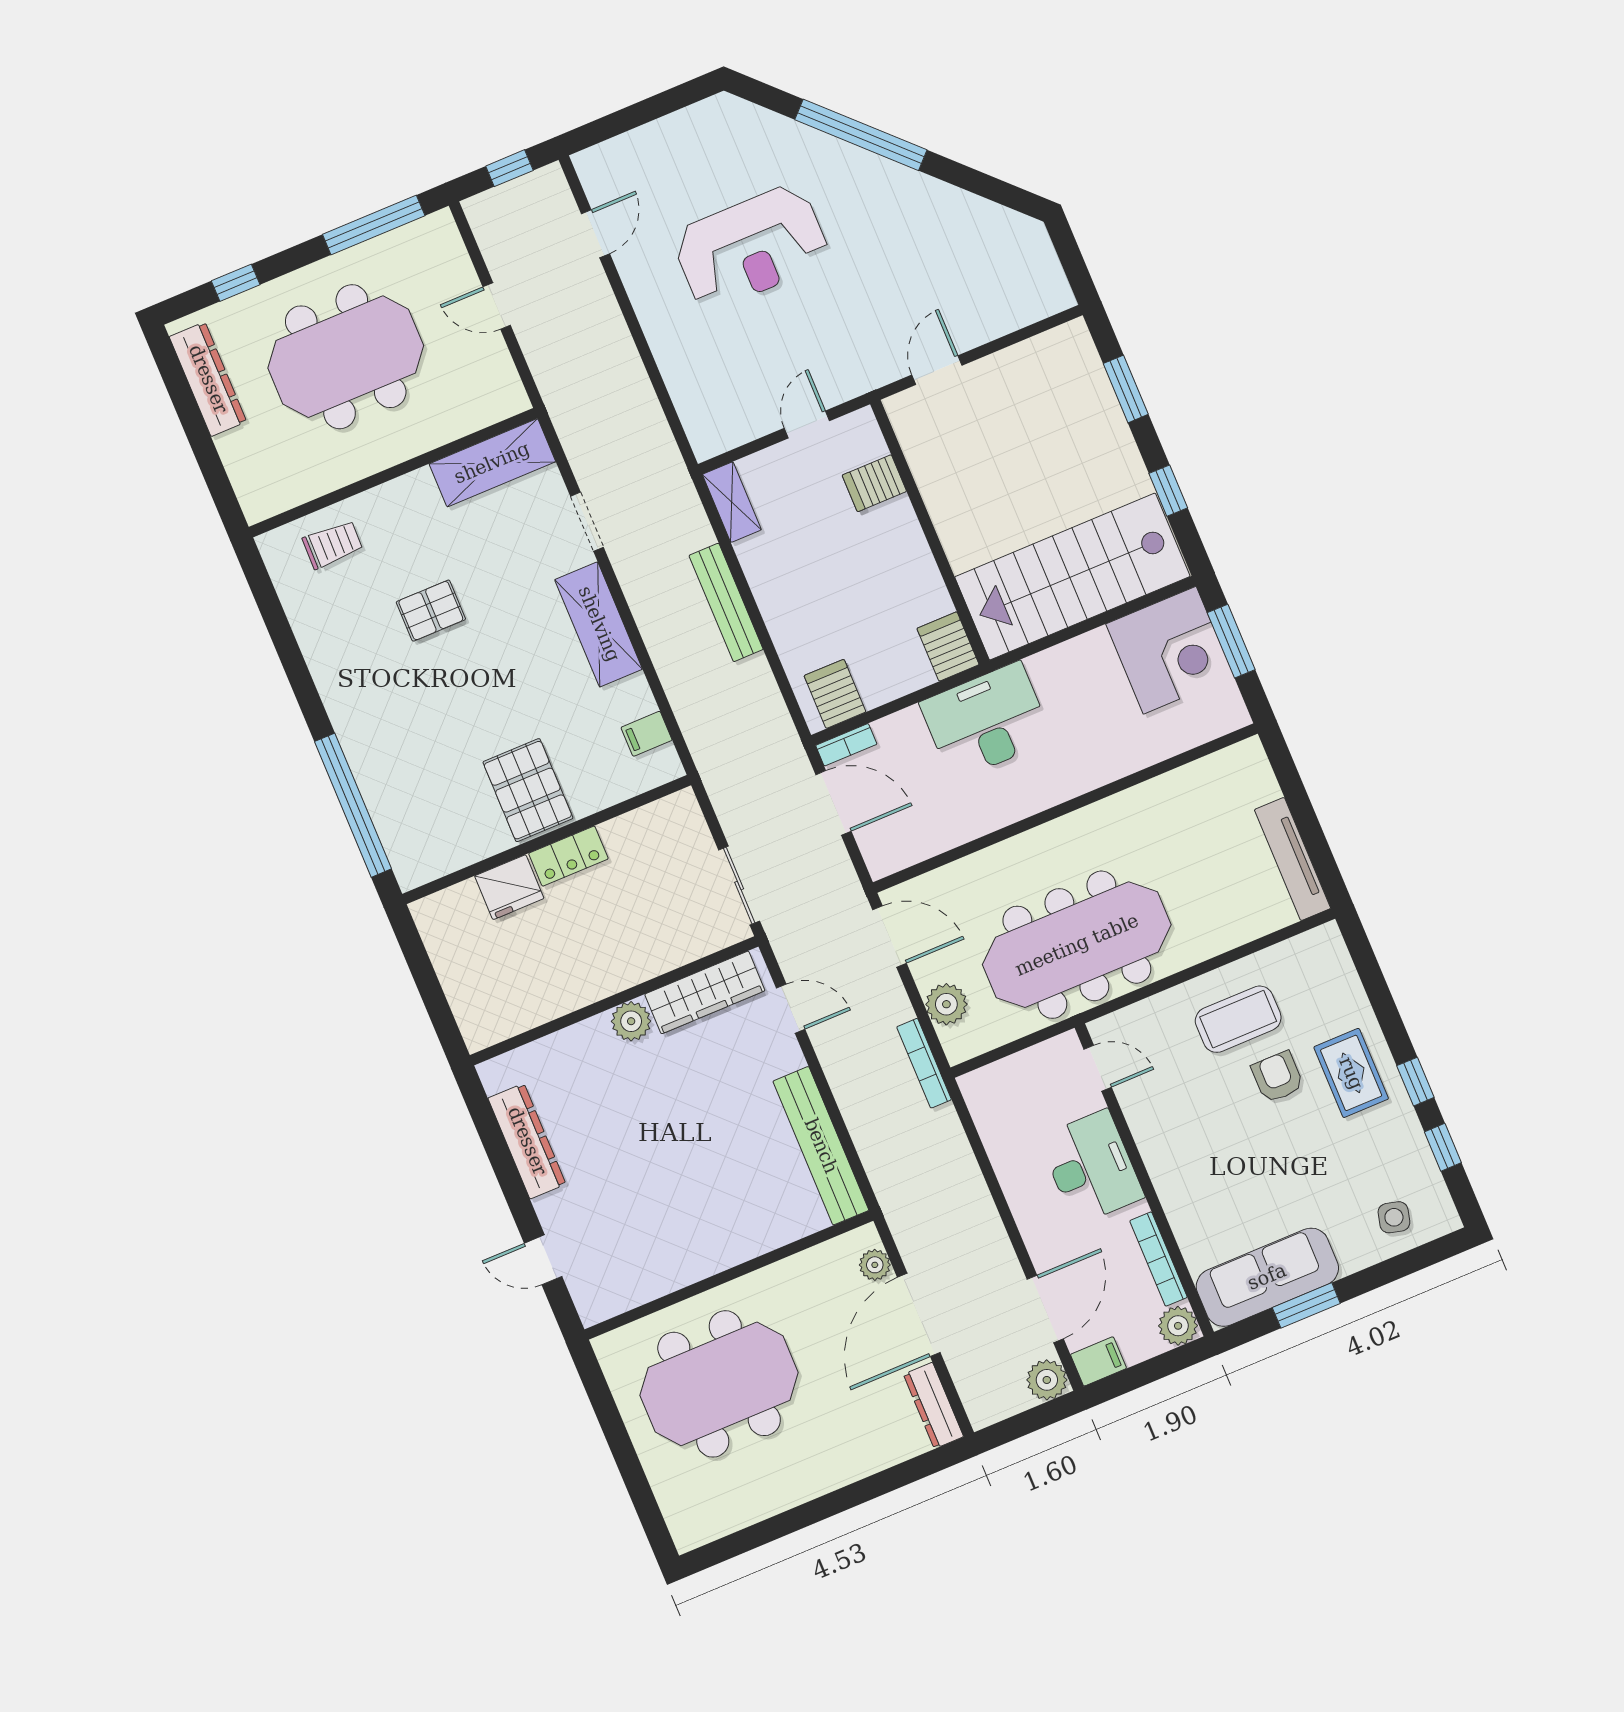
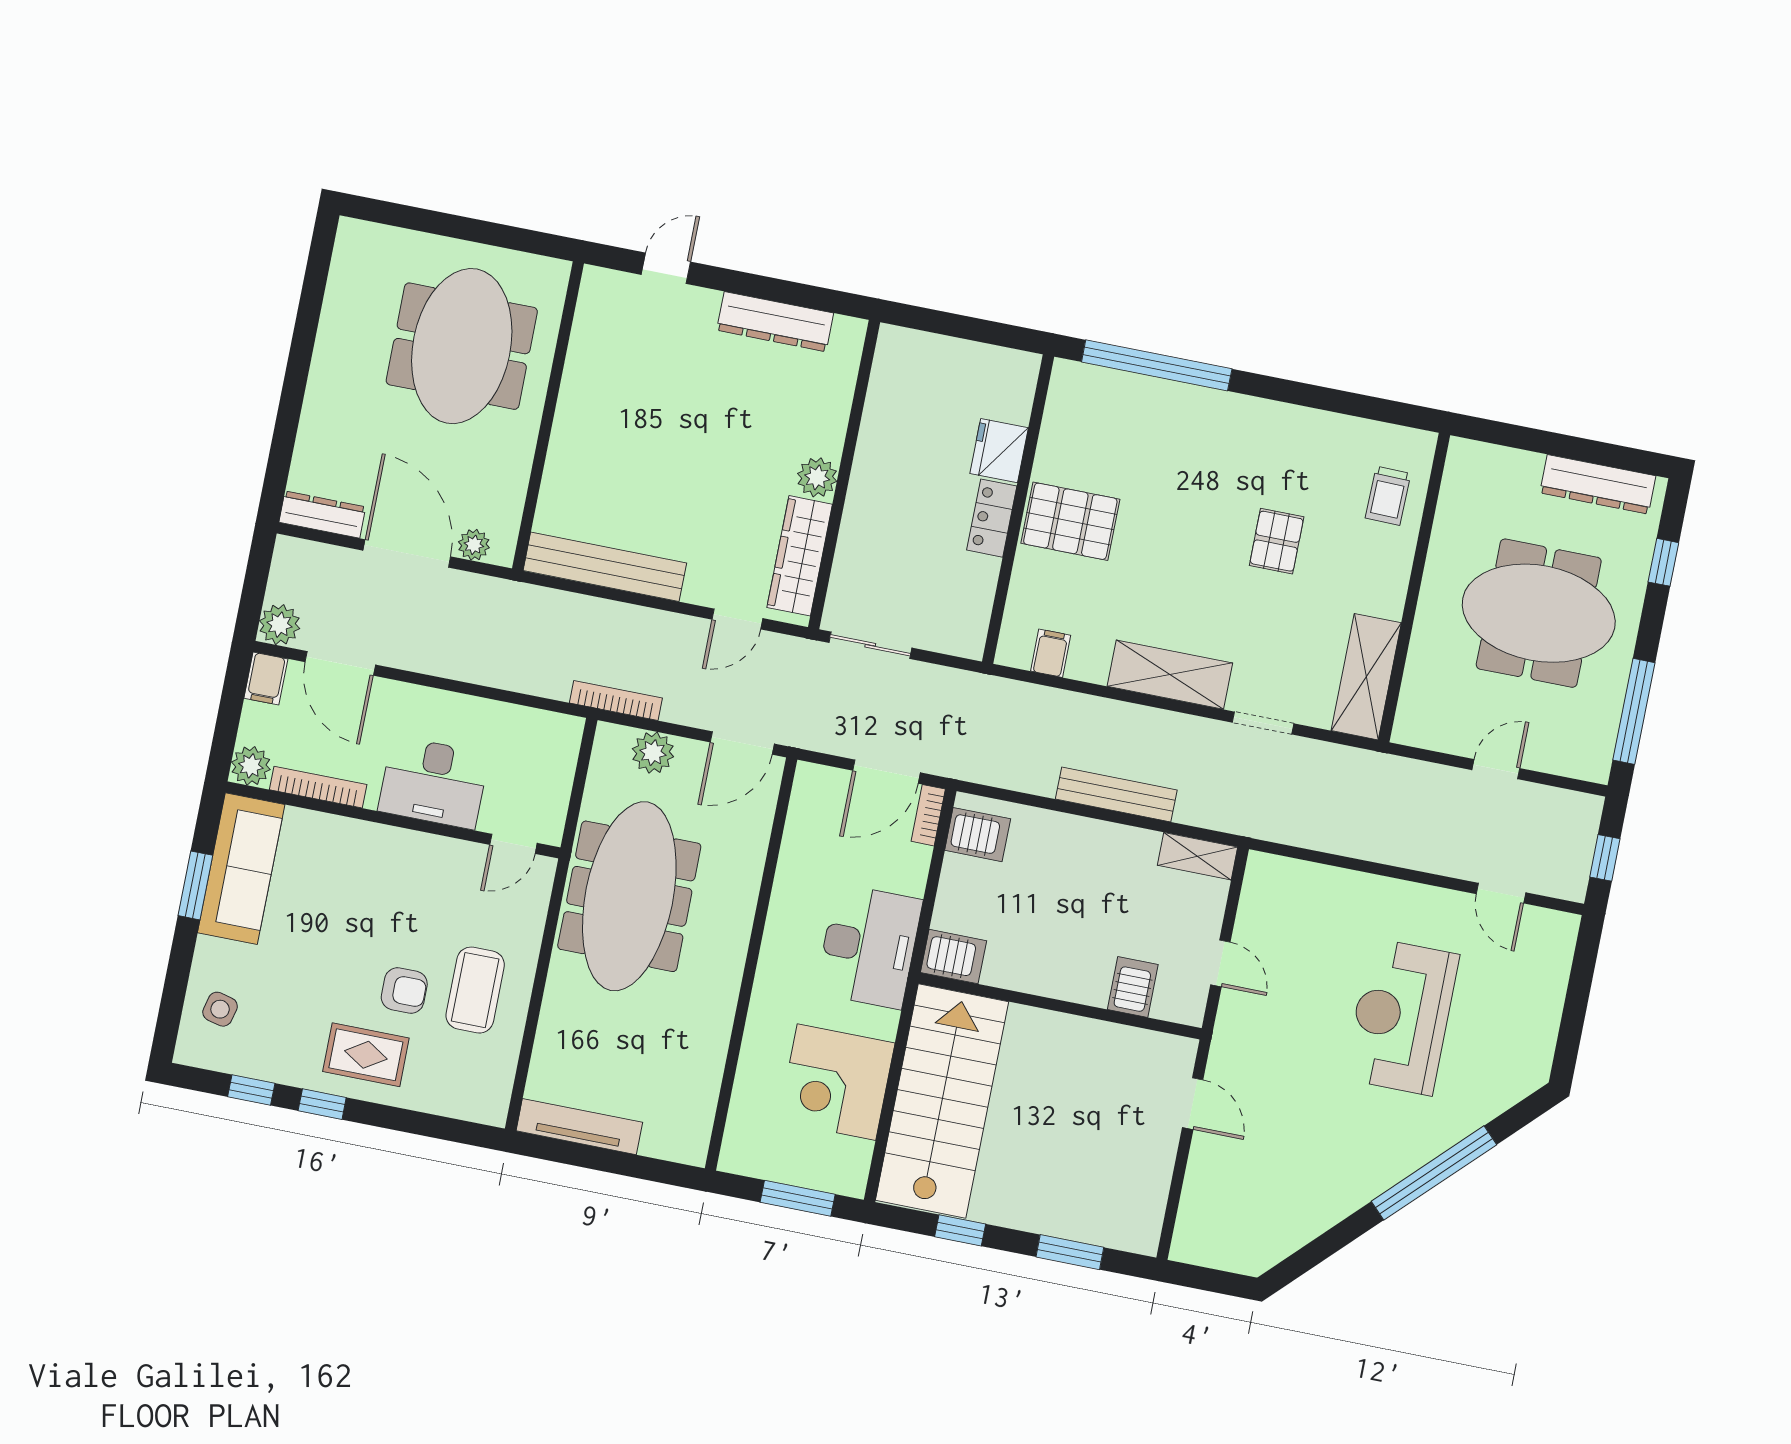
meeting table: (346, 357) -> (1539, 613), turned 90
corner desk: (1170, 650) -> (837, 1082), moved

